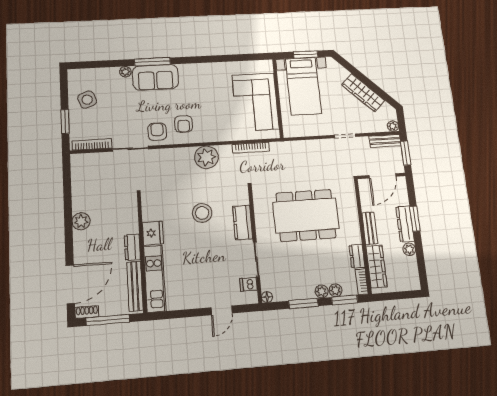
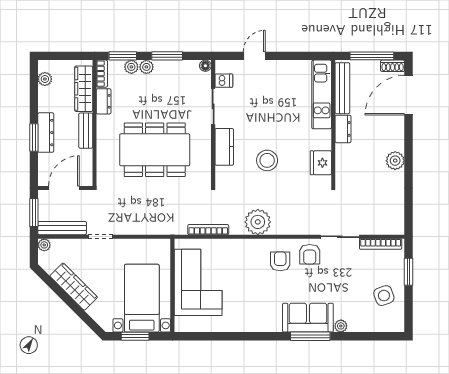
bench: (385, 141) -> (62, 228), width x1.36
fridge: (153, 233) -> (321, 163), moved
plant: (409, 249) -> (45, 79), moved

